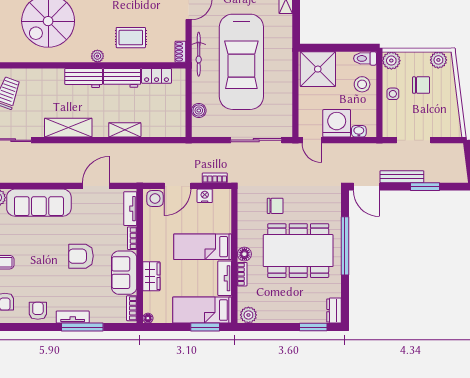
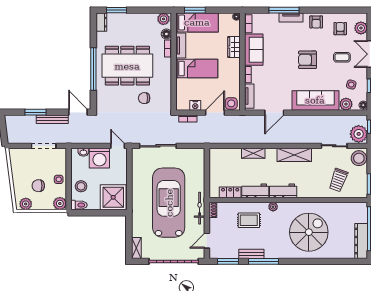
boiler: (199, 111) -> (200, 167), removed
floor lamp: (244, 254) -> (166, 34), moved
armchair: (81, 256) -> (307, 60), moved, turned 180

